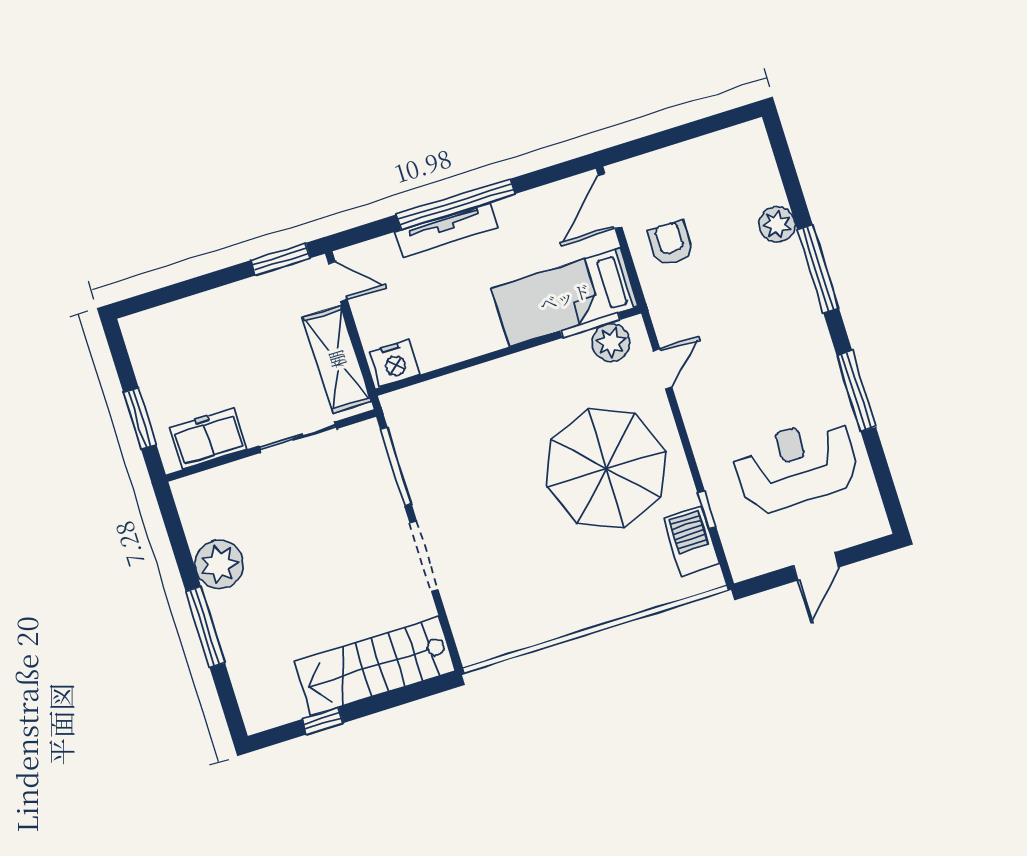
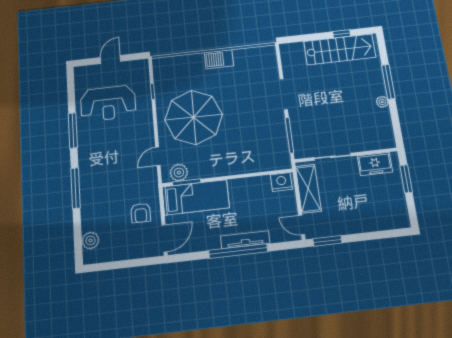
plant: (777, 224) -> (90, 241), moved
barbecue: (691, 541) -> (219, 59), moved, turned 90
plant: (219, 564) -> (382, 102), width x0.53, depth x0.53
stairs: (375, 666) -> (340, 49), moved

